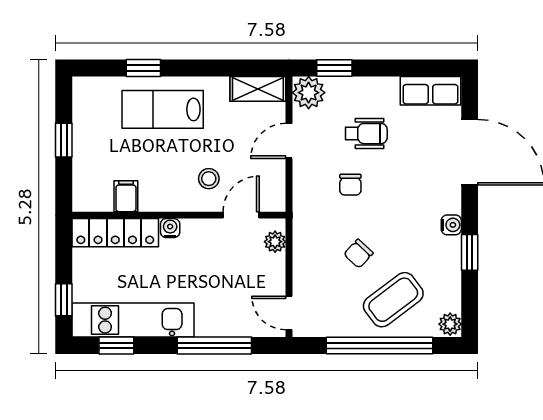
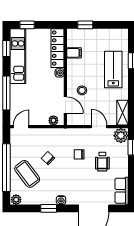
window: (64, 140) -> (85, 25), moved

